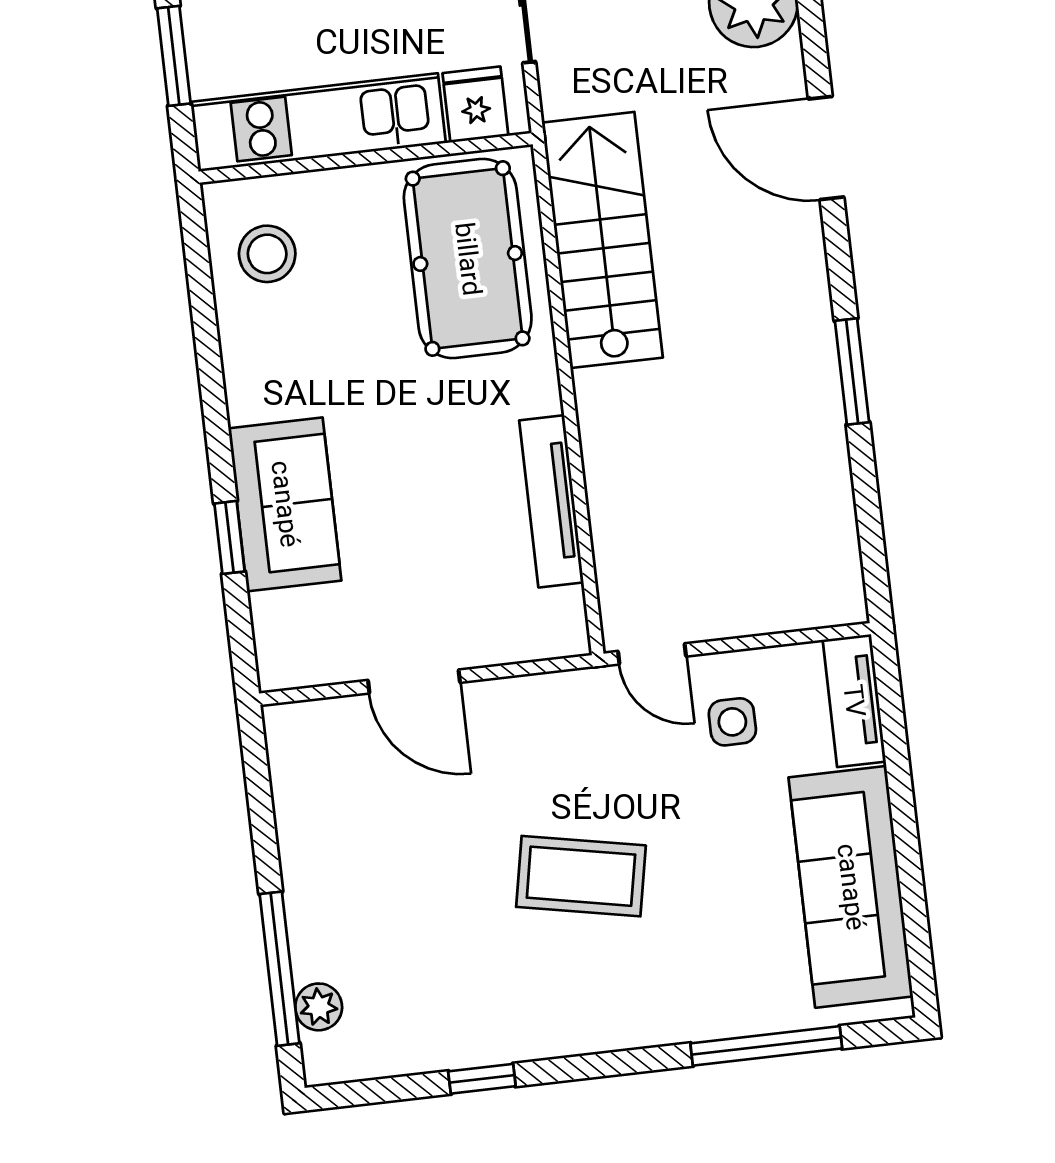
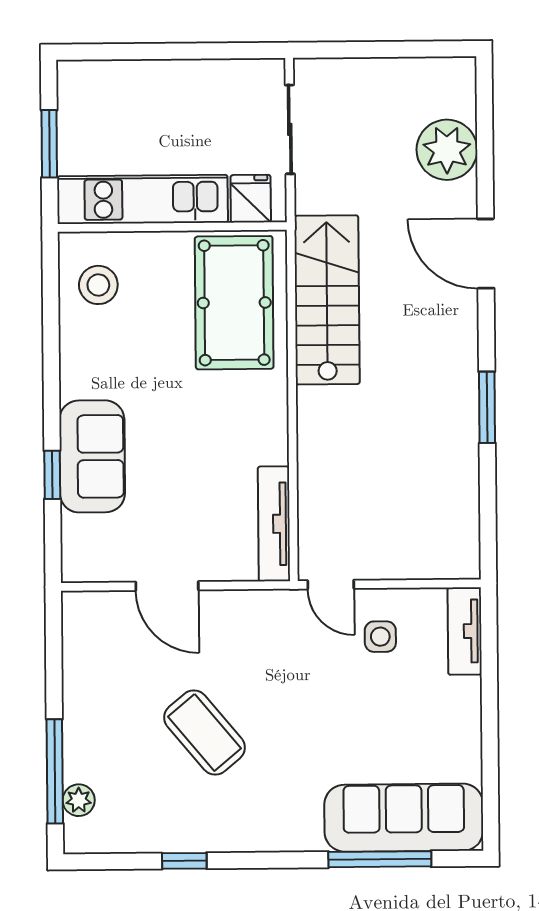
tv unit: (551, 501) -> (274, 524), moved
coffee table: (581, 876) -> (205, 733), moved, turned 39
sofa: (851, 887) -> (404, 818), moved, turned 90

